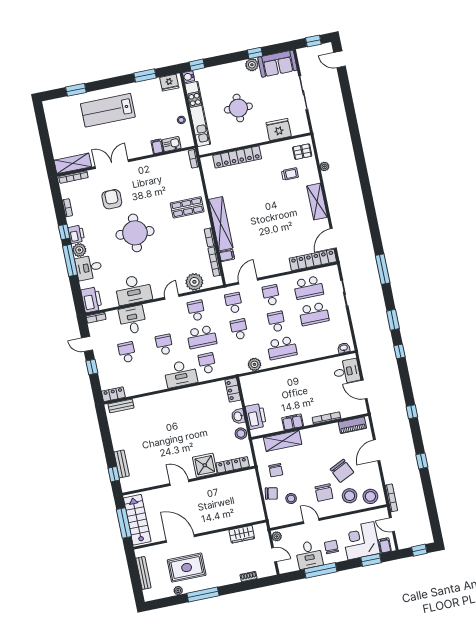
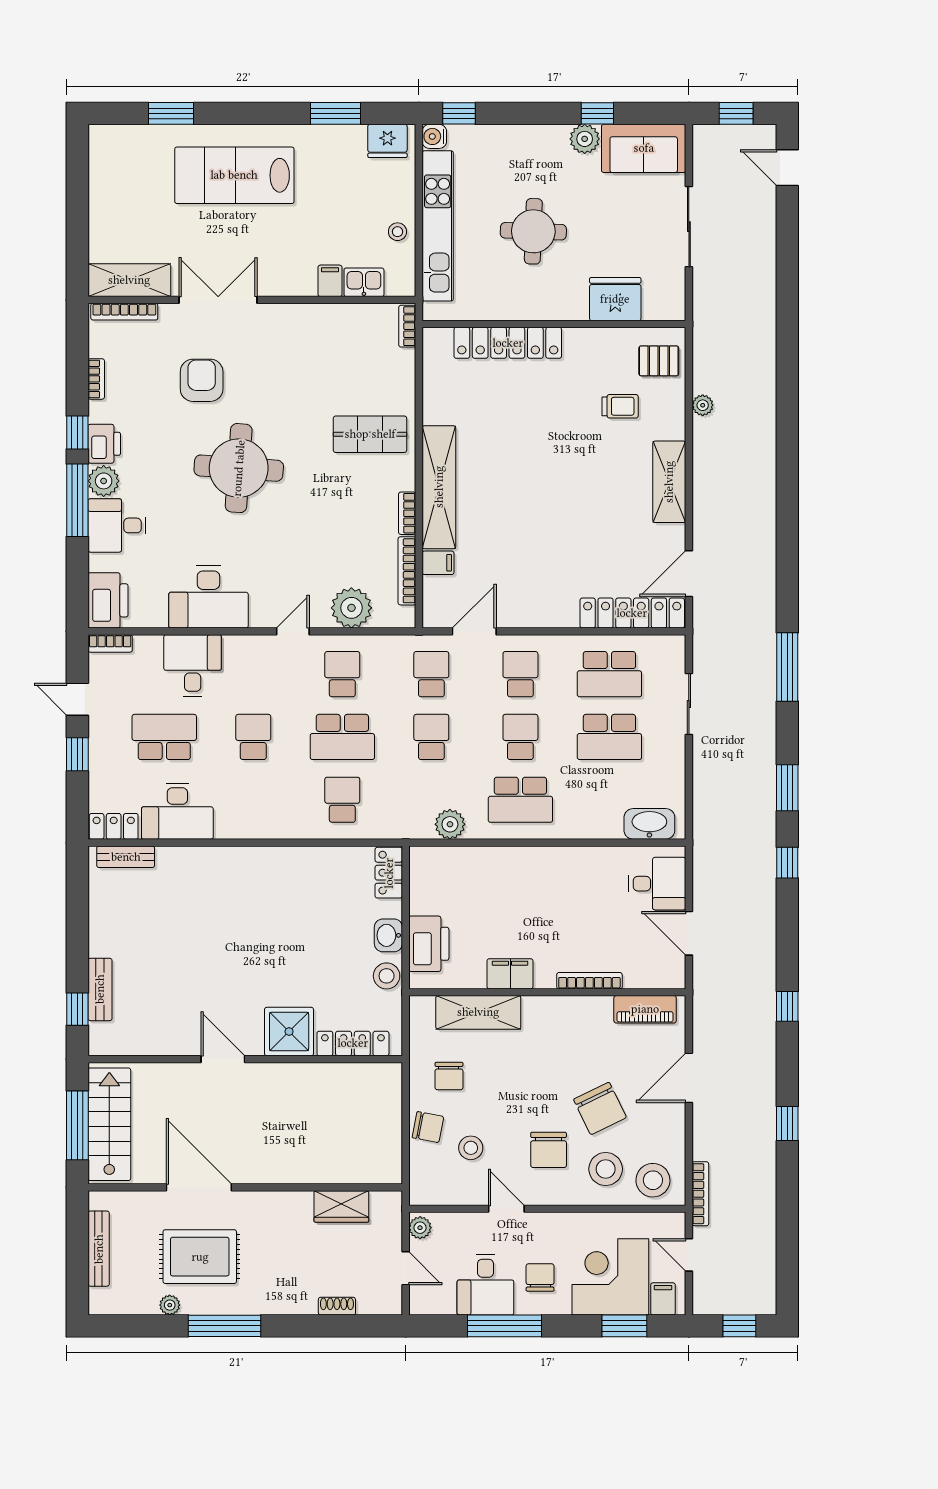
washbasin: (344, 348) -> (649, 824), width x1.91, depth x1.45
school desk: (127, 352) -> (164, 737), width x1.85
desk: (181, 374) -> (177, 811), moved

